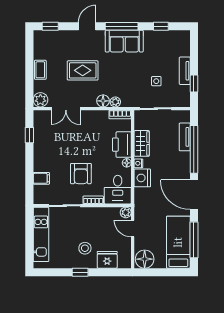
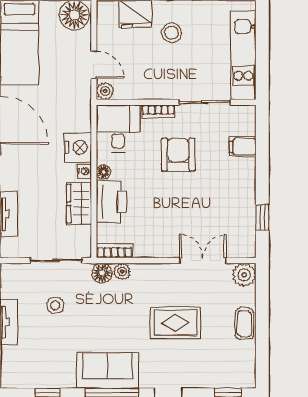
floor lamp: (103, 101) -> (102, 273), moved

